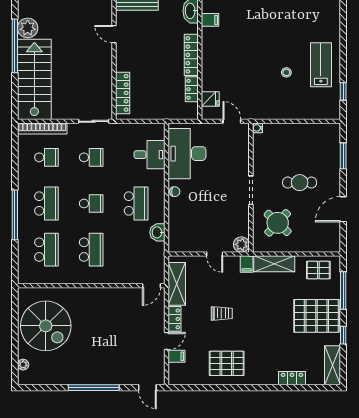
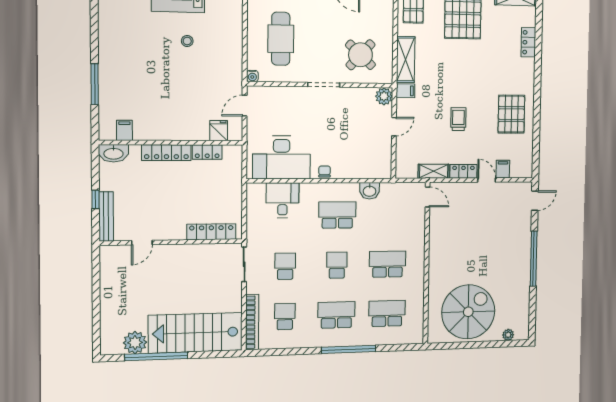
cafe table: (300, 183) -> (281, 39), moved, width x1.37, depth x1.35
shelving: (177, 284) -> (434, 171), width x0.67, depth x0.75

